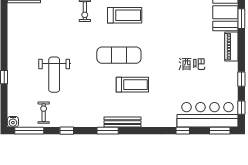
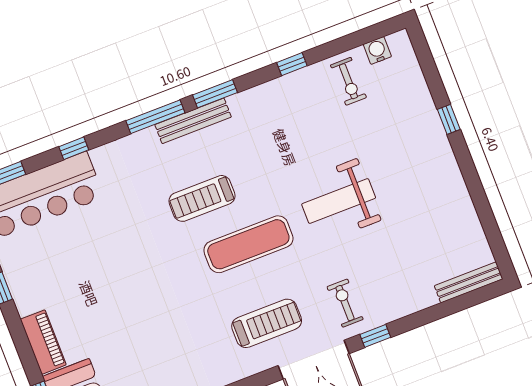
treadmill: (125, 15) -> (267, 323), turned 180
weight bench: (54, 75) -> (339, 201), moved, turned -90
water cooler: (13, 122) -> (377, 50), moved
window: (29, 131) -> (155, 117), moved

